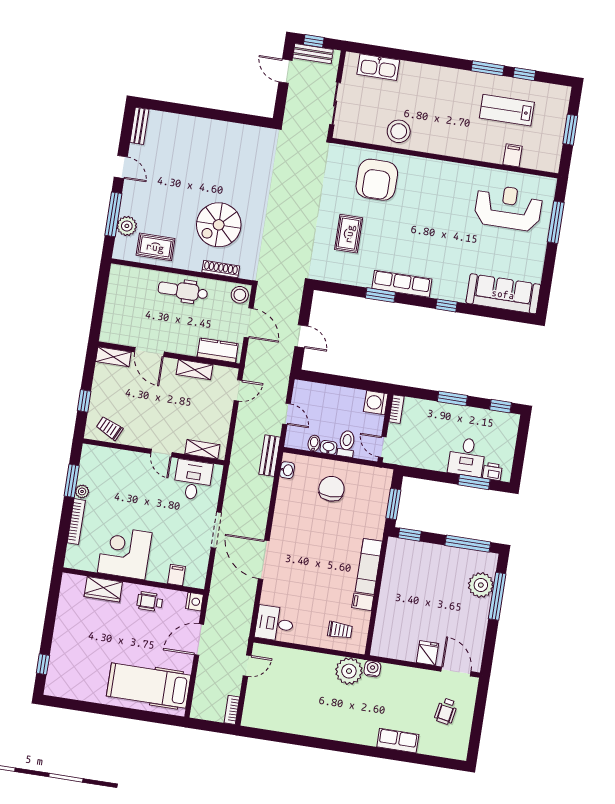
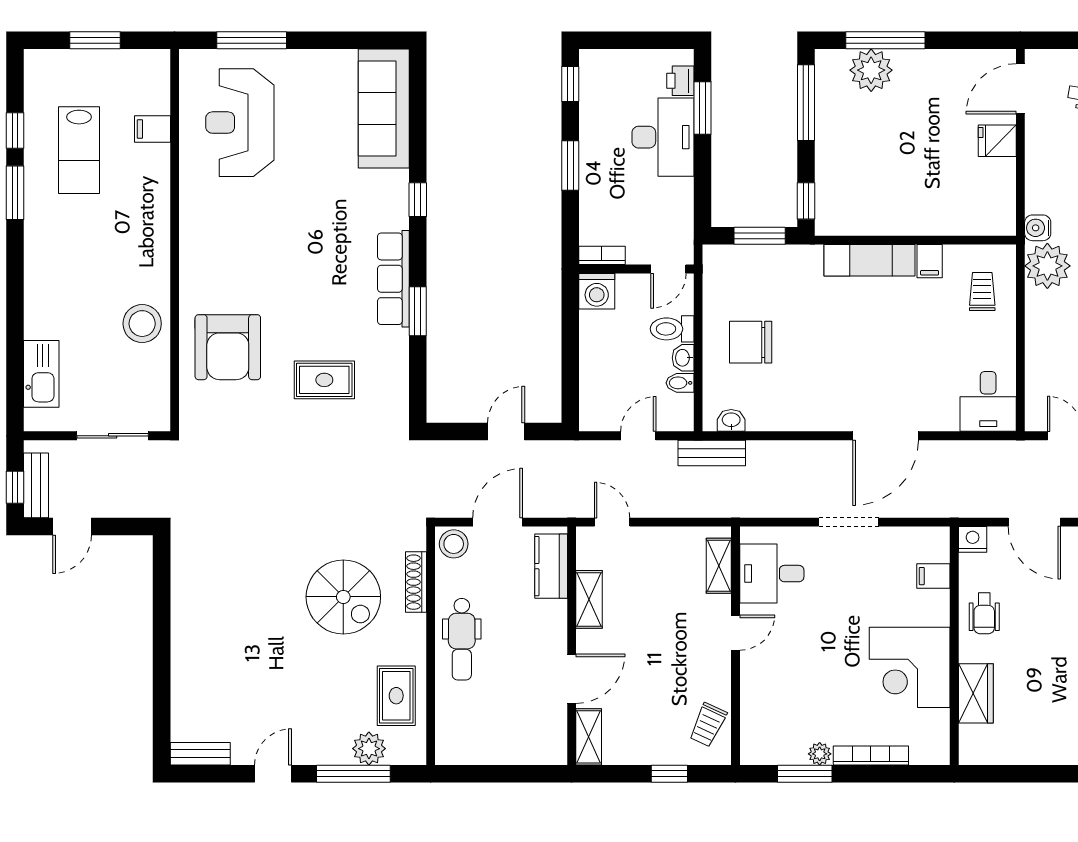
armchair: (377, 180) -> (228, 347), turned 90
desk: (467, 457) -> (663, 137), width x1.37

